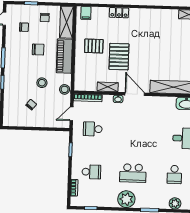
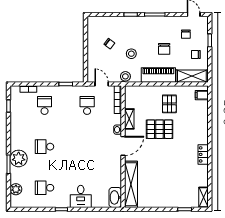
locker: (119, 13) -> (203, 154), moved
school desk: (91, 172) -> (45, 105), turned 180
school desk: (133, 173) -> (45, 147), width x0.54
plant: (126, 199) -> (19, 158), moved

